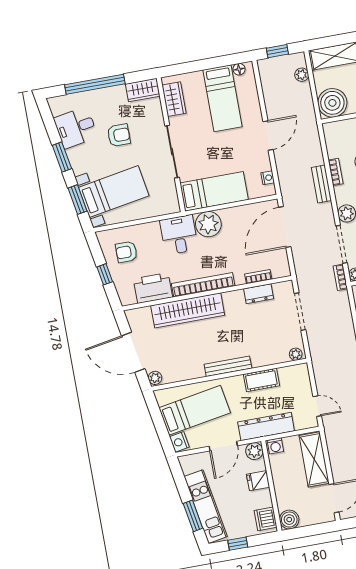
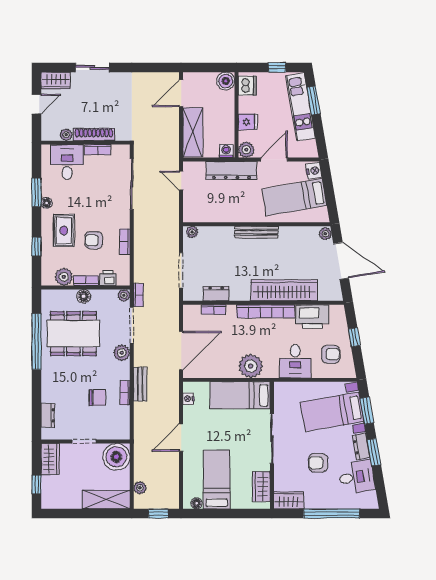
dresser: (77, 161) -> (361, 446), added
desk: (179, 235) -> (295, 361), moved
cot: (261, 380) -> (228, 214), removed

